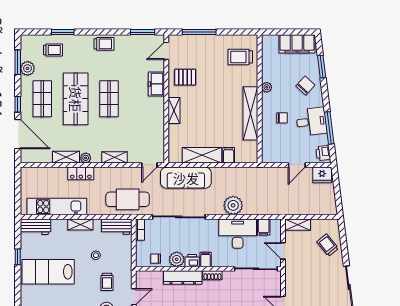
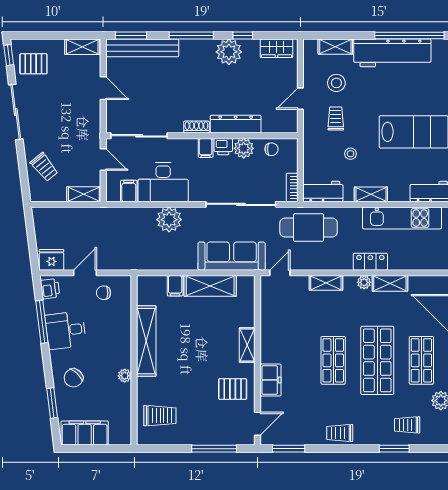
chair: (282, 118) -> (104, 293), moved

